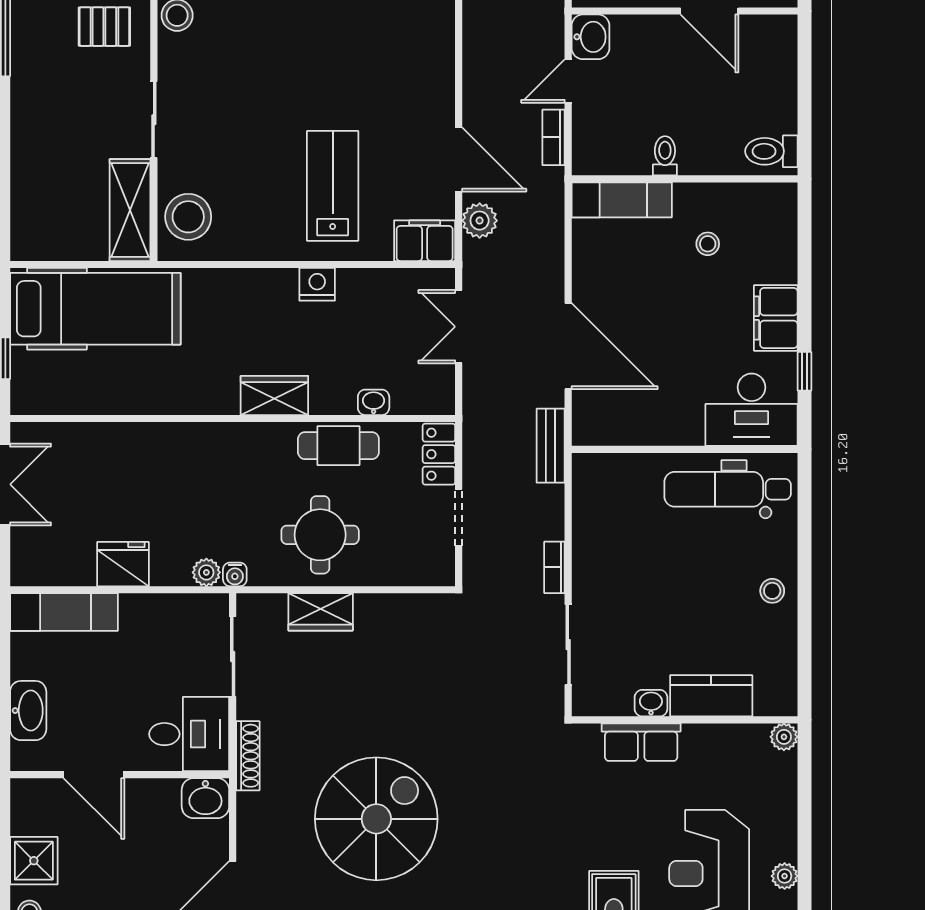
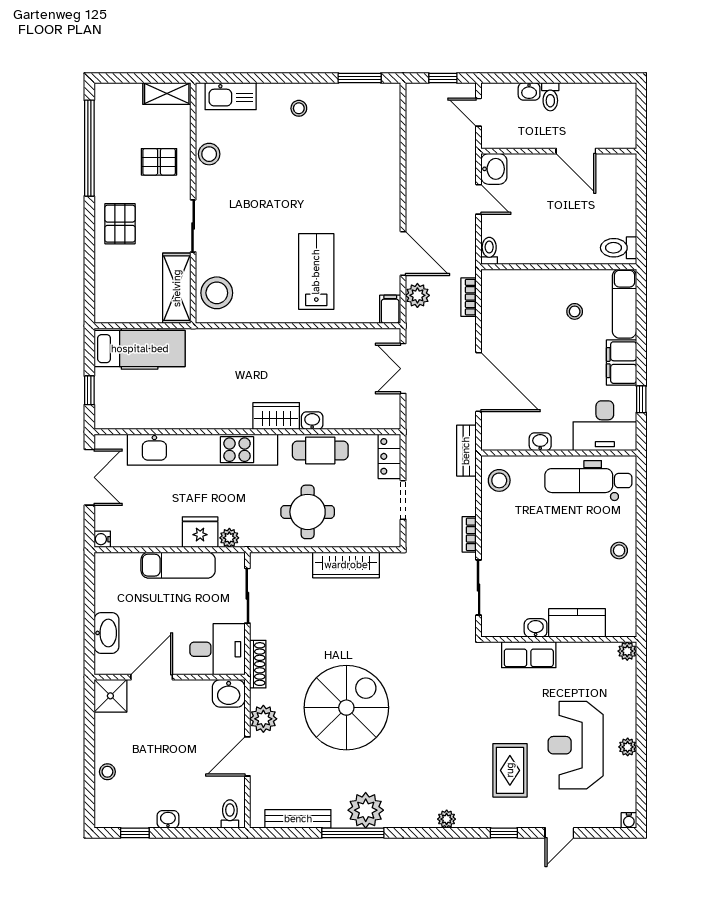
door: (568, 81) -> (479, 199), swing flipped
pallet: (48, 116) -> (120, 224), added
bookcase: (554, 137) -> (468, 297), moved
toilet: (665, 156) -> (489, 251), moved
exam couch: (622, 200) -> (624, 304), moved, turned 90
filing cabinet: (425, 241) -> (390, 309), width x0.50
nightstand: (317, 284) -> (306, 339), removed
hospital bed: (95, 309) -> (140, 349), width x0.73, depth x0.78
washbasin: (374, 402) -> (312, 421), moved
washbasin: (658, 433) -> (540, 442), added
kitchen unit: (167, 444) -> (202, 450), added
stool: (598, 489) -> (499, 480), added
fridge: (123, 564) -> (200, 532), moved
water cooler: (235, 574) -> (102, 539), moved, turned 90
exam couch: (64, 612) -> (178, 565), moved
wardrobe: (321, 612) -> (346, 565), moved, width x1.50
door: (94, 775) -> (152, 677), swing flipped
plant: (256, 835) -> (263, 719), added
shower: (34, 861) -> (110, 696), moved

